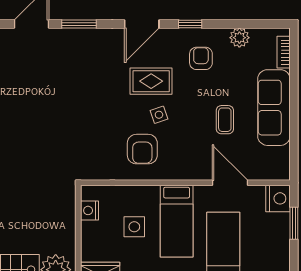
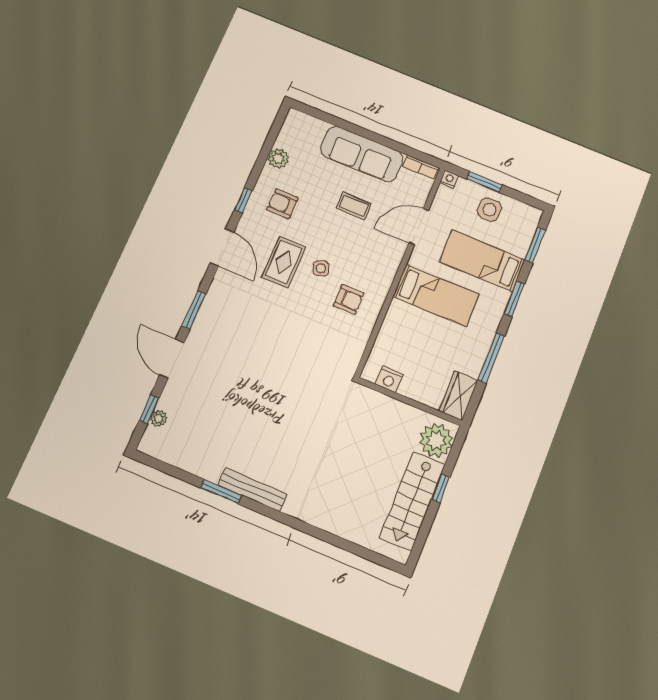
bookcase: (284, 52) -> (421, 167), moved
armchair: (142, 149) -> (349, 299), width x0.72, depth x0.72
nightstand: (278, 198) -> (449, 179), width x0.53, depth x0.56
side table: (134, 227) -> (489, 210), moved

